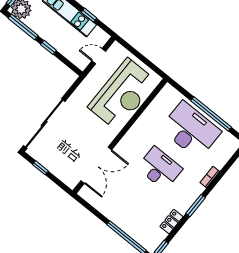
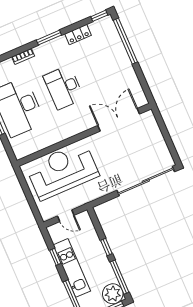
window: (40, 168) -> (170, 144), removed

